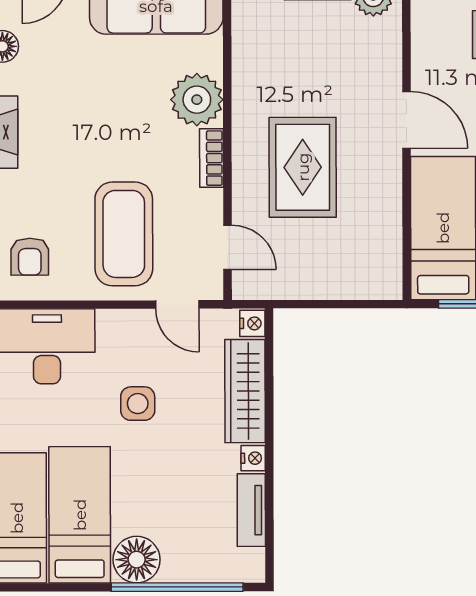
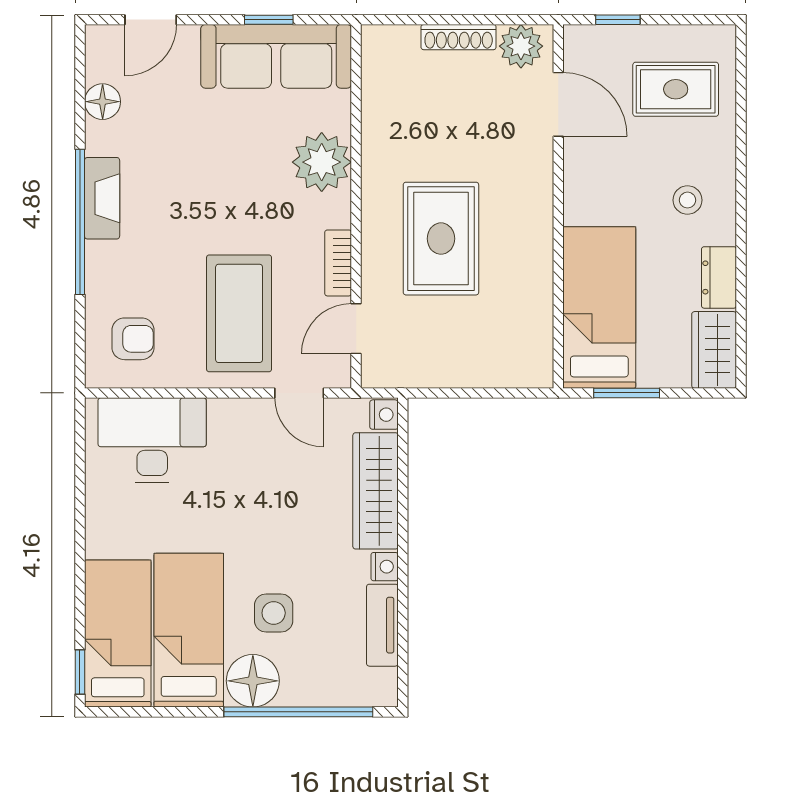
door: (407, 120) -> (558, 104), moved
bookcase: (211, 158) -> (338, 263), moved
door: (228, 247) -> (356, 329), swing flipped
armchair: (30, 257) -> (133, 339), turned -90
side table: (138, 404) -> (274, 613), moved

